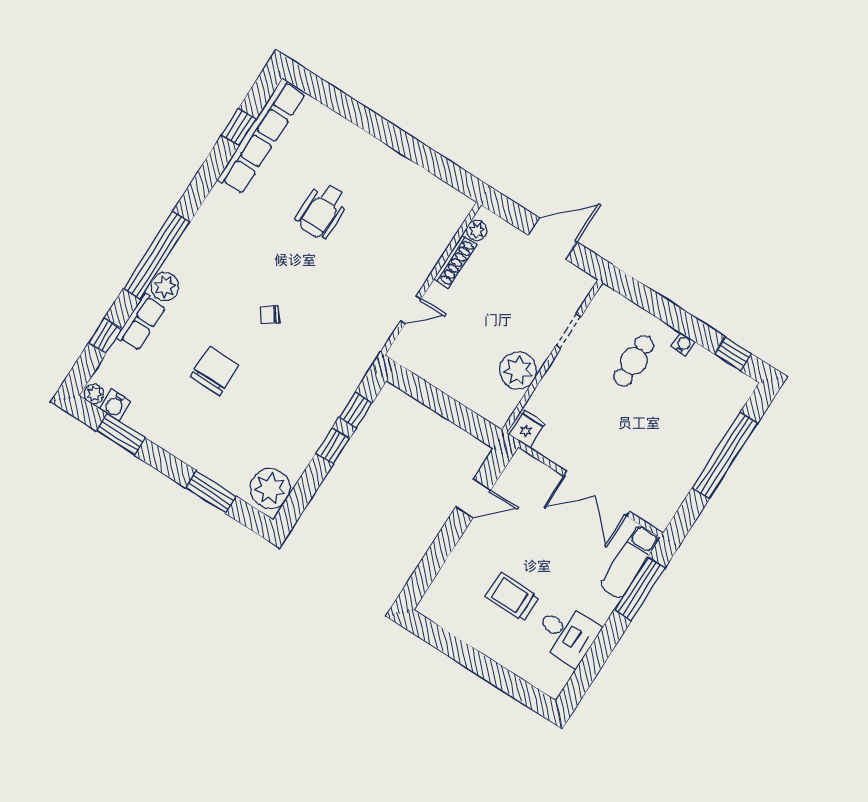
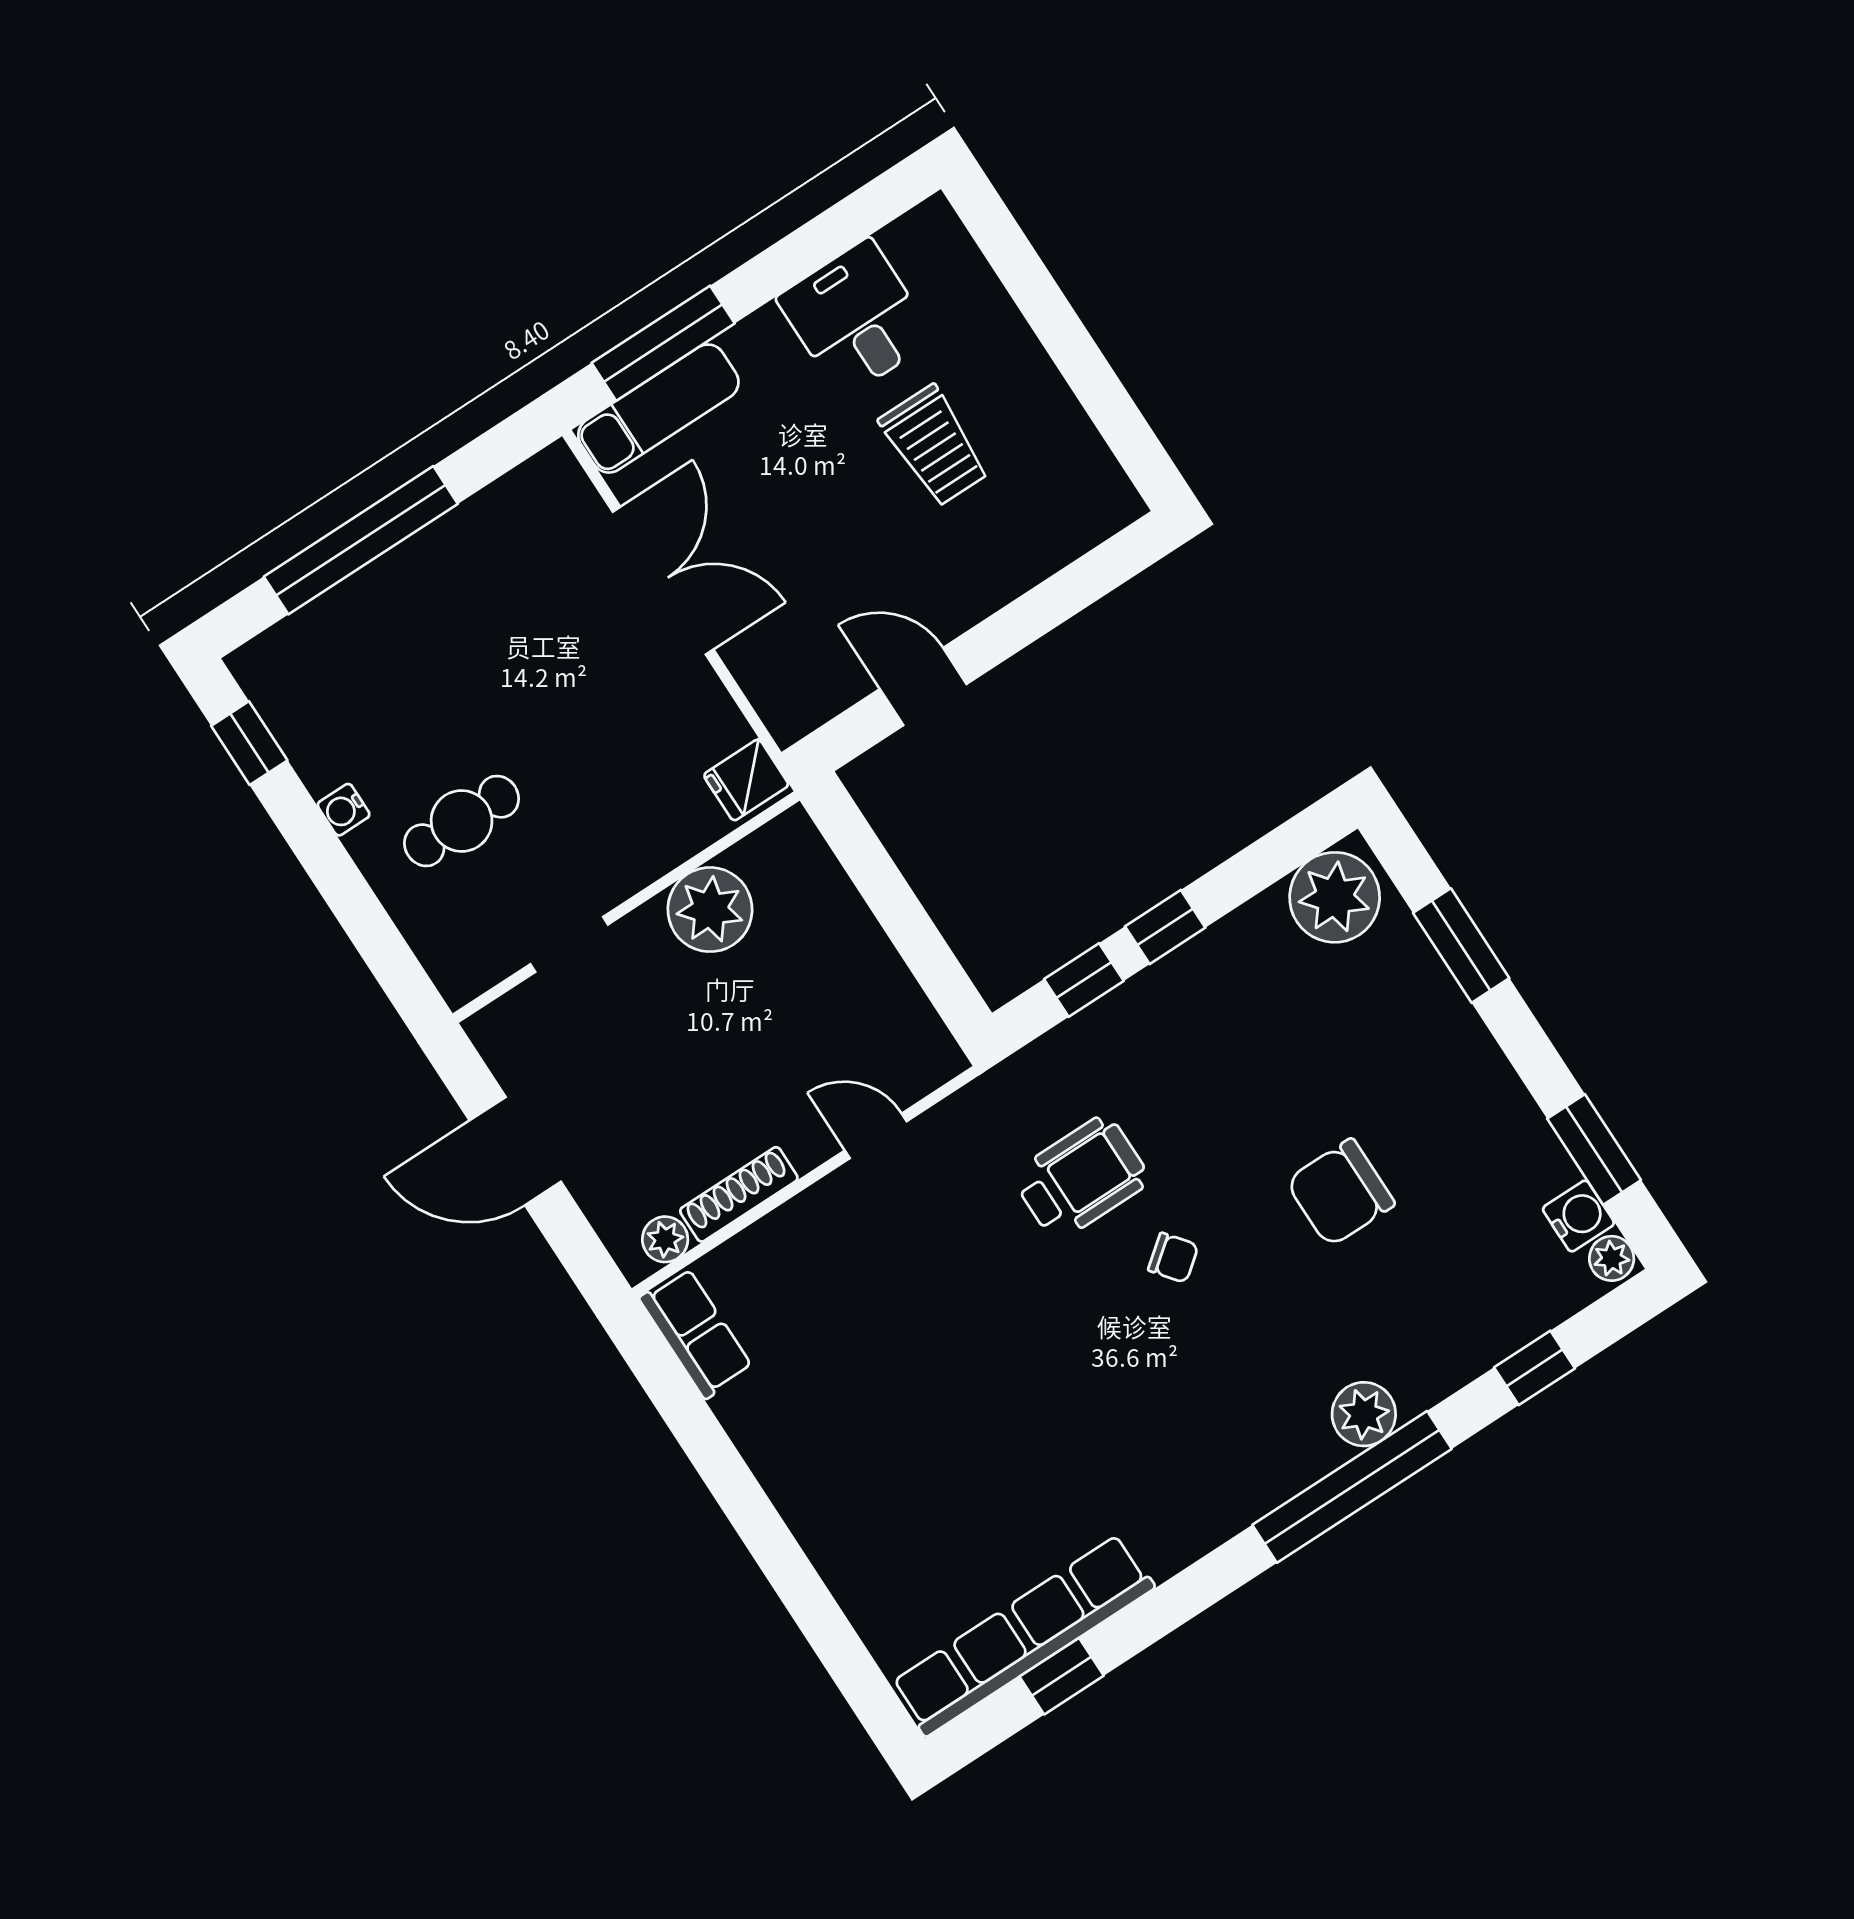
wheelchair: (322, 211) -> (1081, 1178), moved
row of seats: (141, 322) -> (696, 1333), moved, turned 90

